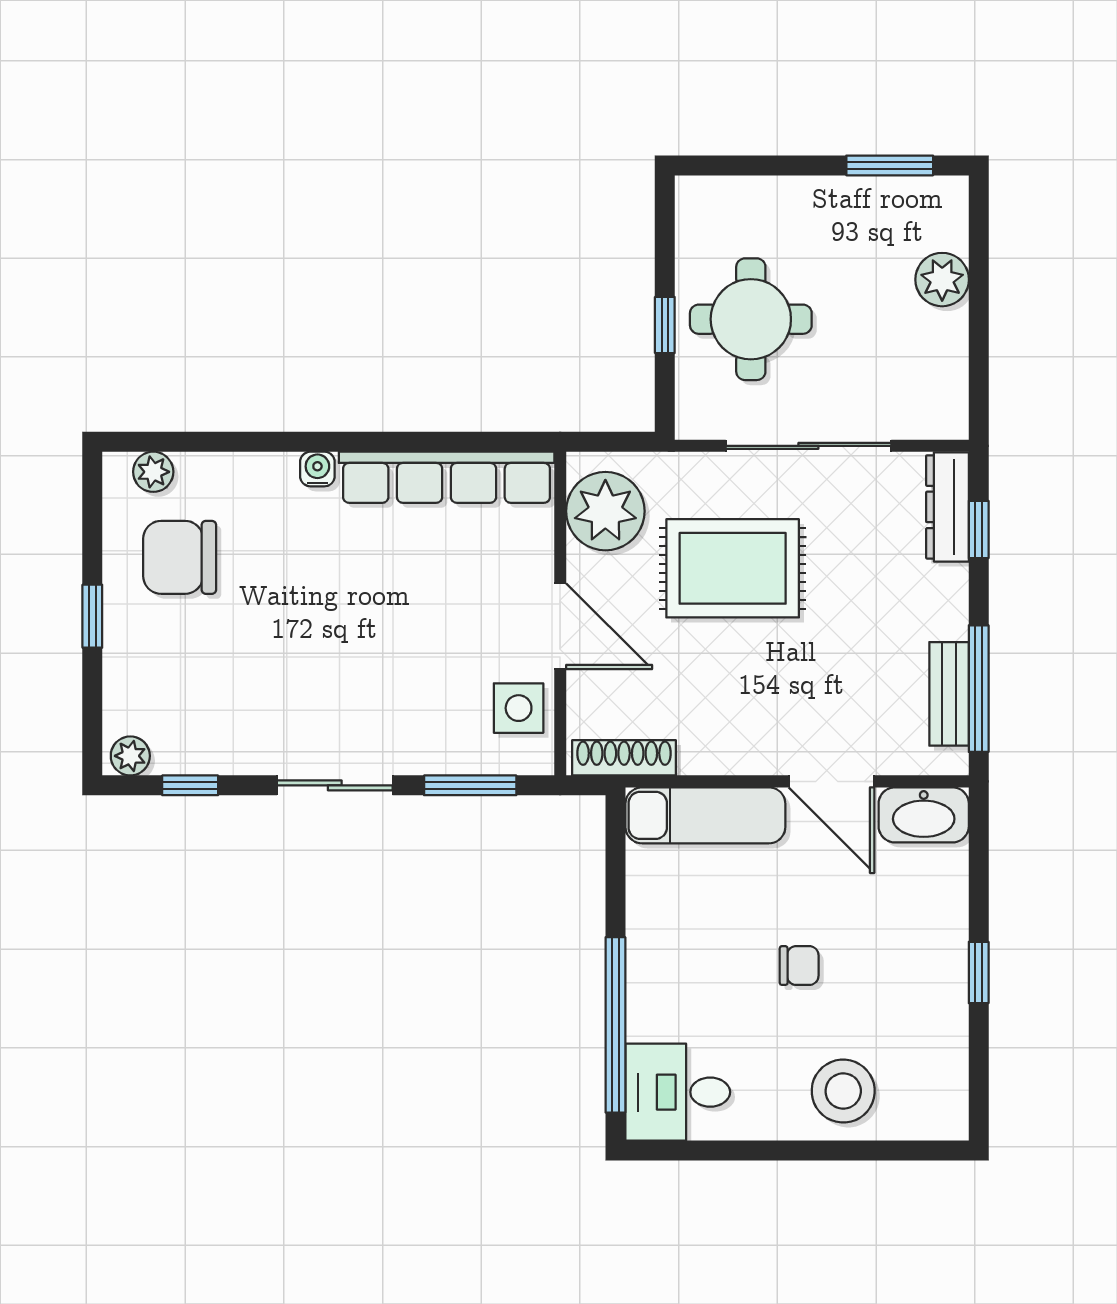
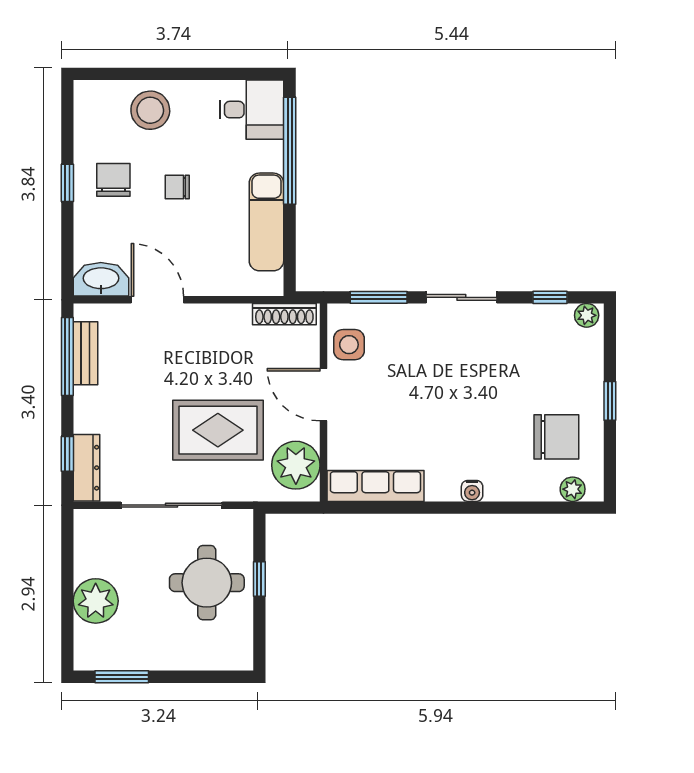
plant: (942, 280) -> (96, 601), width x1.36, depth x1.36
row of seats: (447, 477) -> (375, 486), width x0.73
exam couch: (705, 815) -> (266, 222), moved, turned -90
chair: (903, 977) -> (113, 180), added

